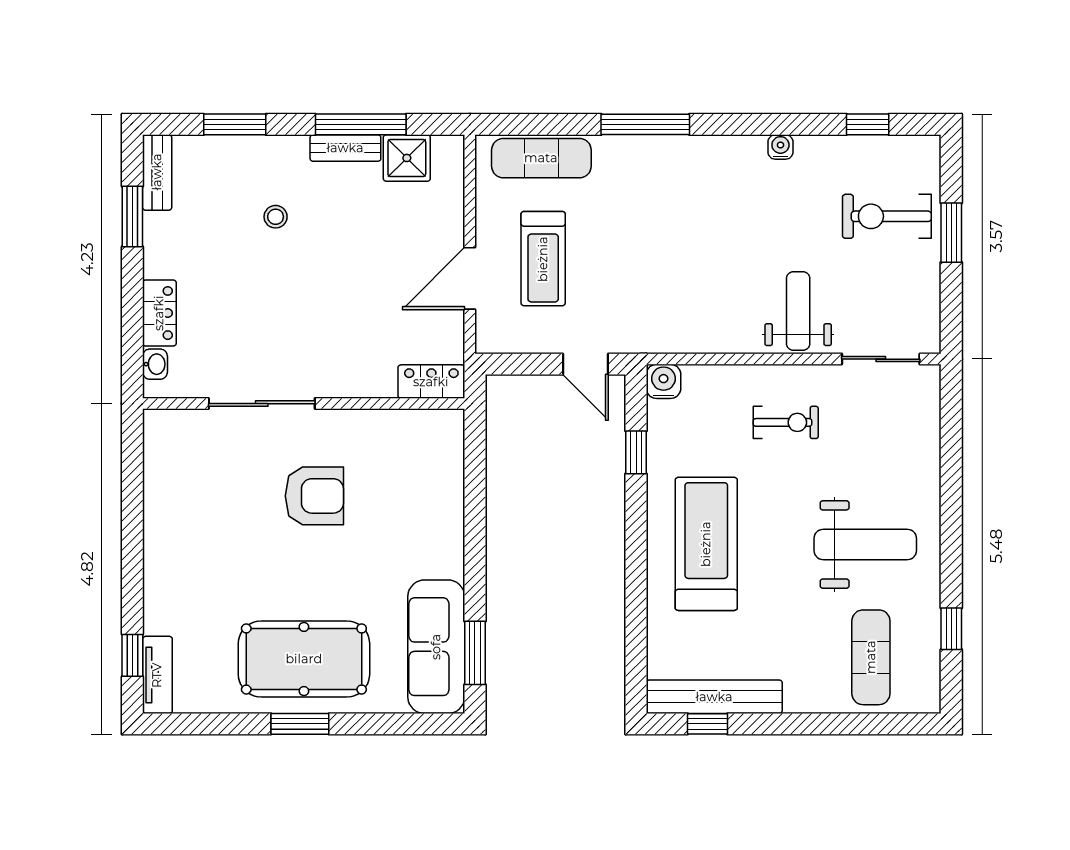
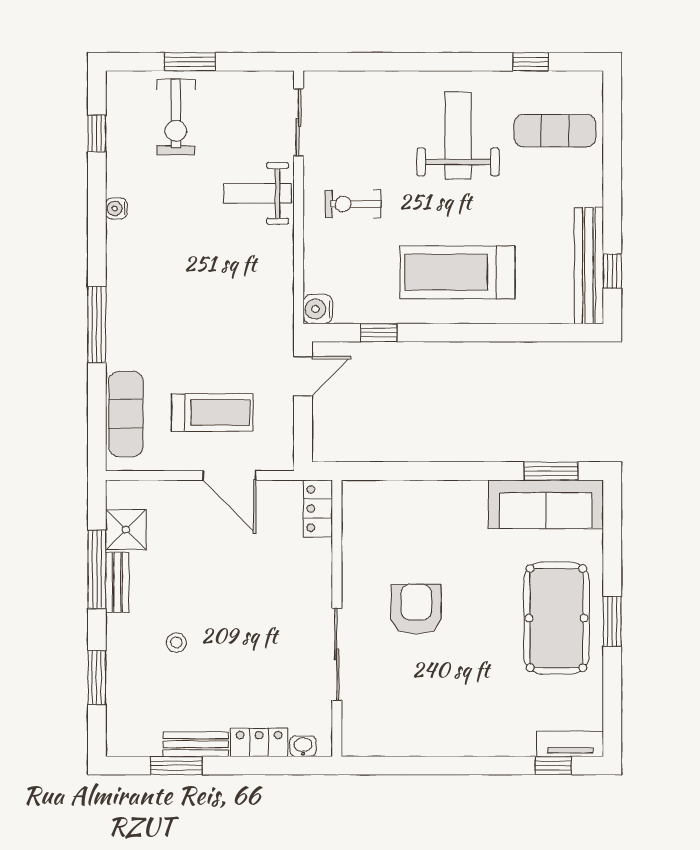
bench: (157, 172) -> (196, 744), moved
exercise bike: (786, 422) -> (353, 204), turned -90

